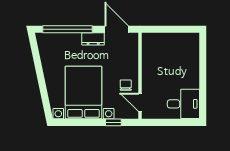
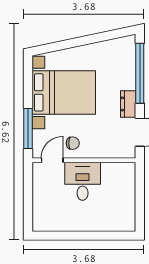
desk: (183, 104) -> (83, 181), moved, turned 180
window: (113, 122) -> (28, 128), width x2.17

